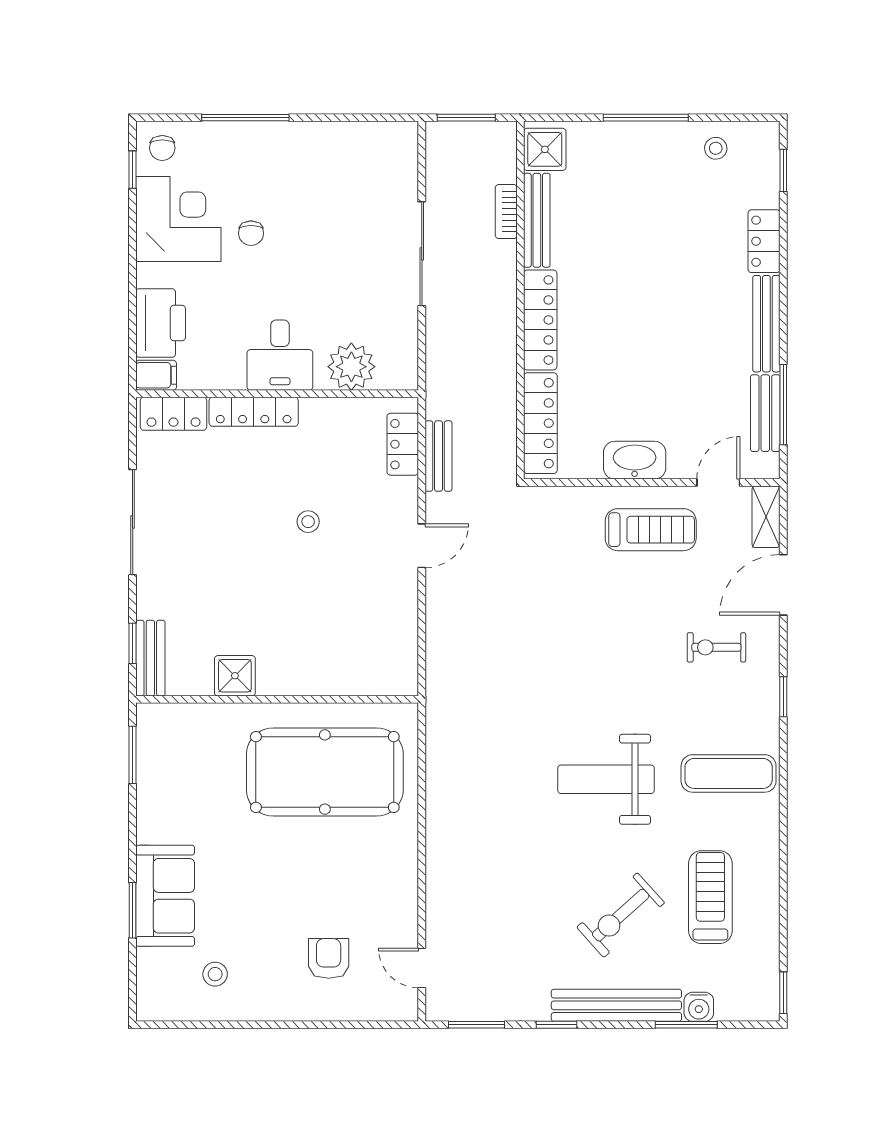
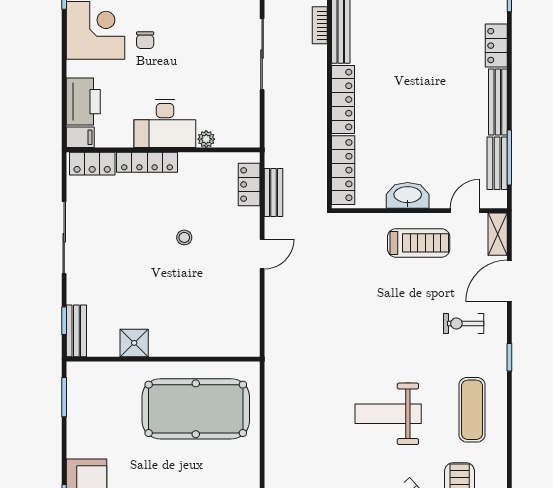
desk: (280, 355) -> (165, 124), width x1.37
plant: (351, 367) -> (206, 139), width x0.53, depth x0.53
exercise mat: (729, 773) -> (472, 410), turned 90

